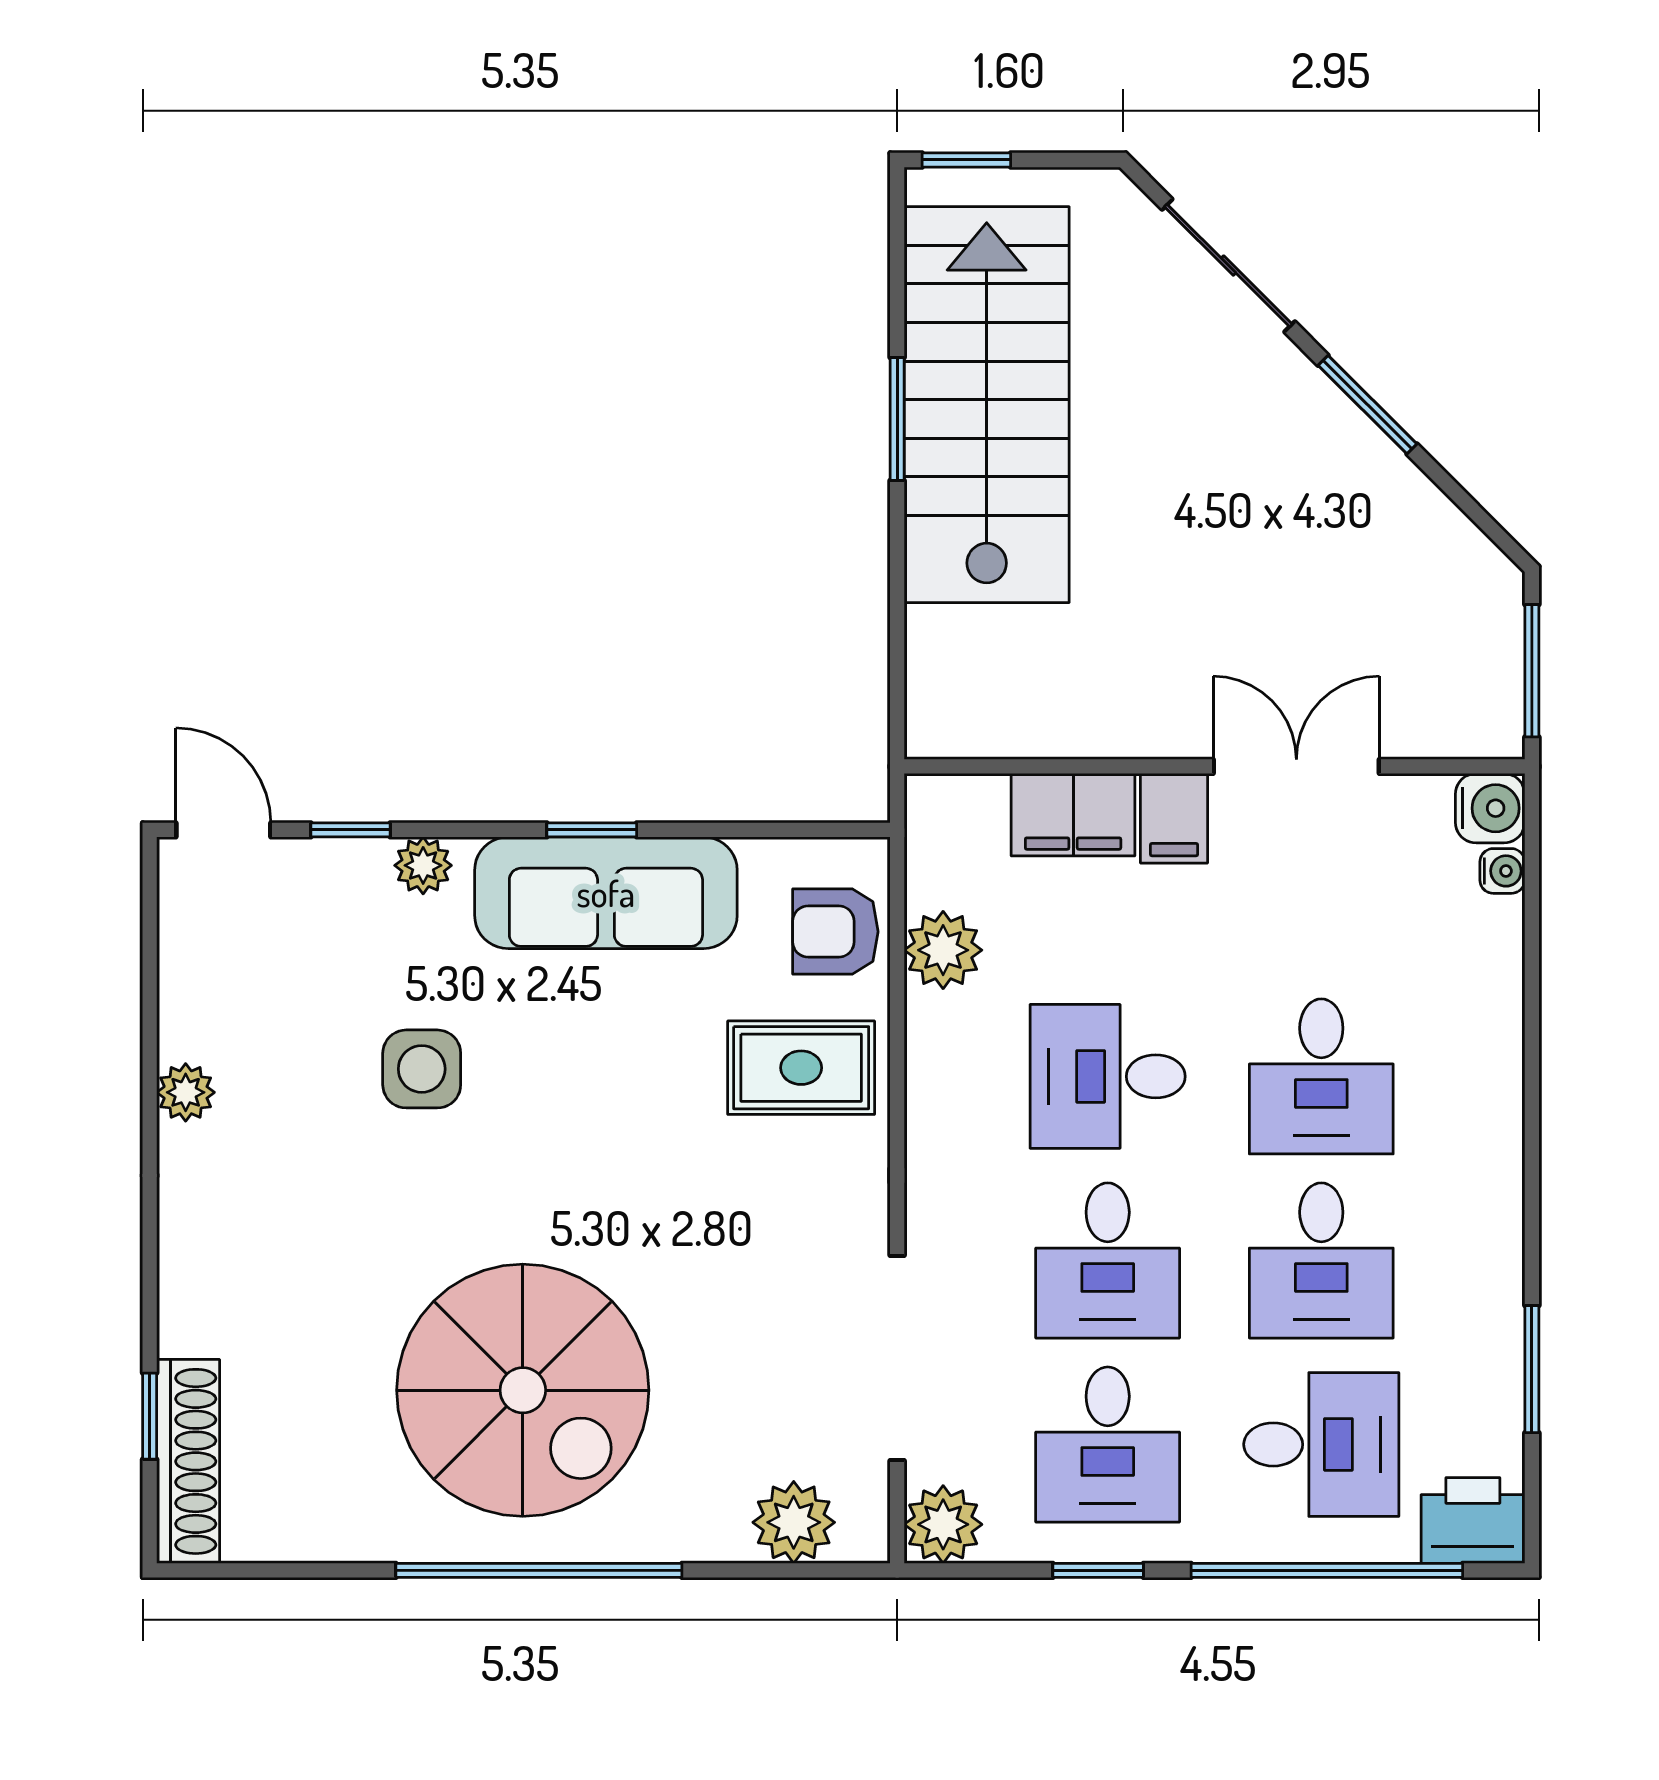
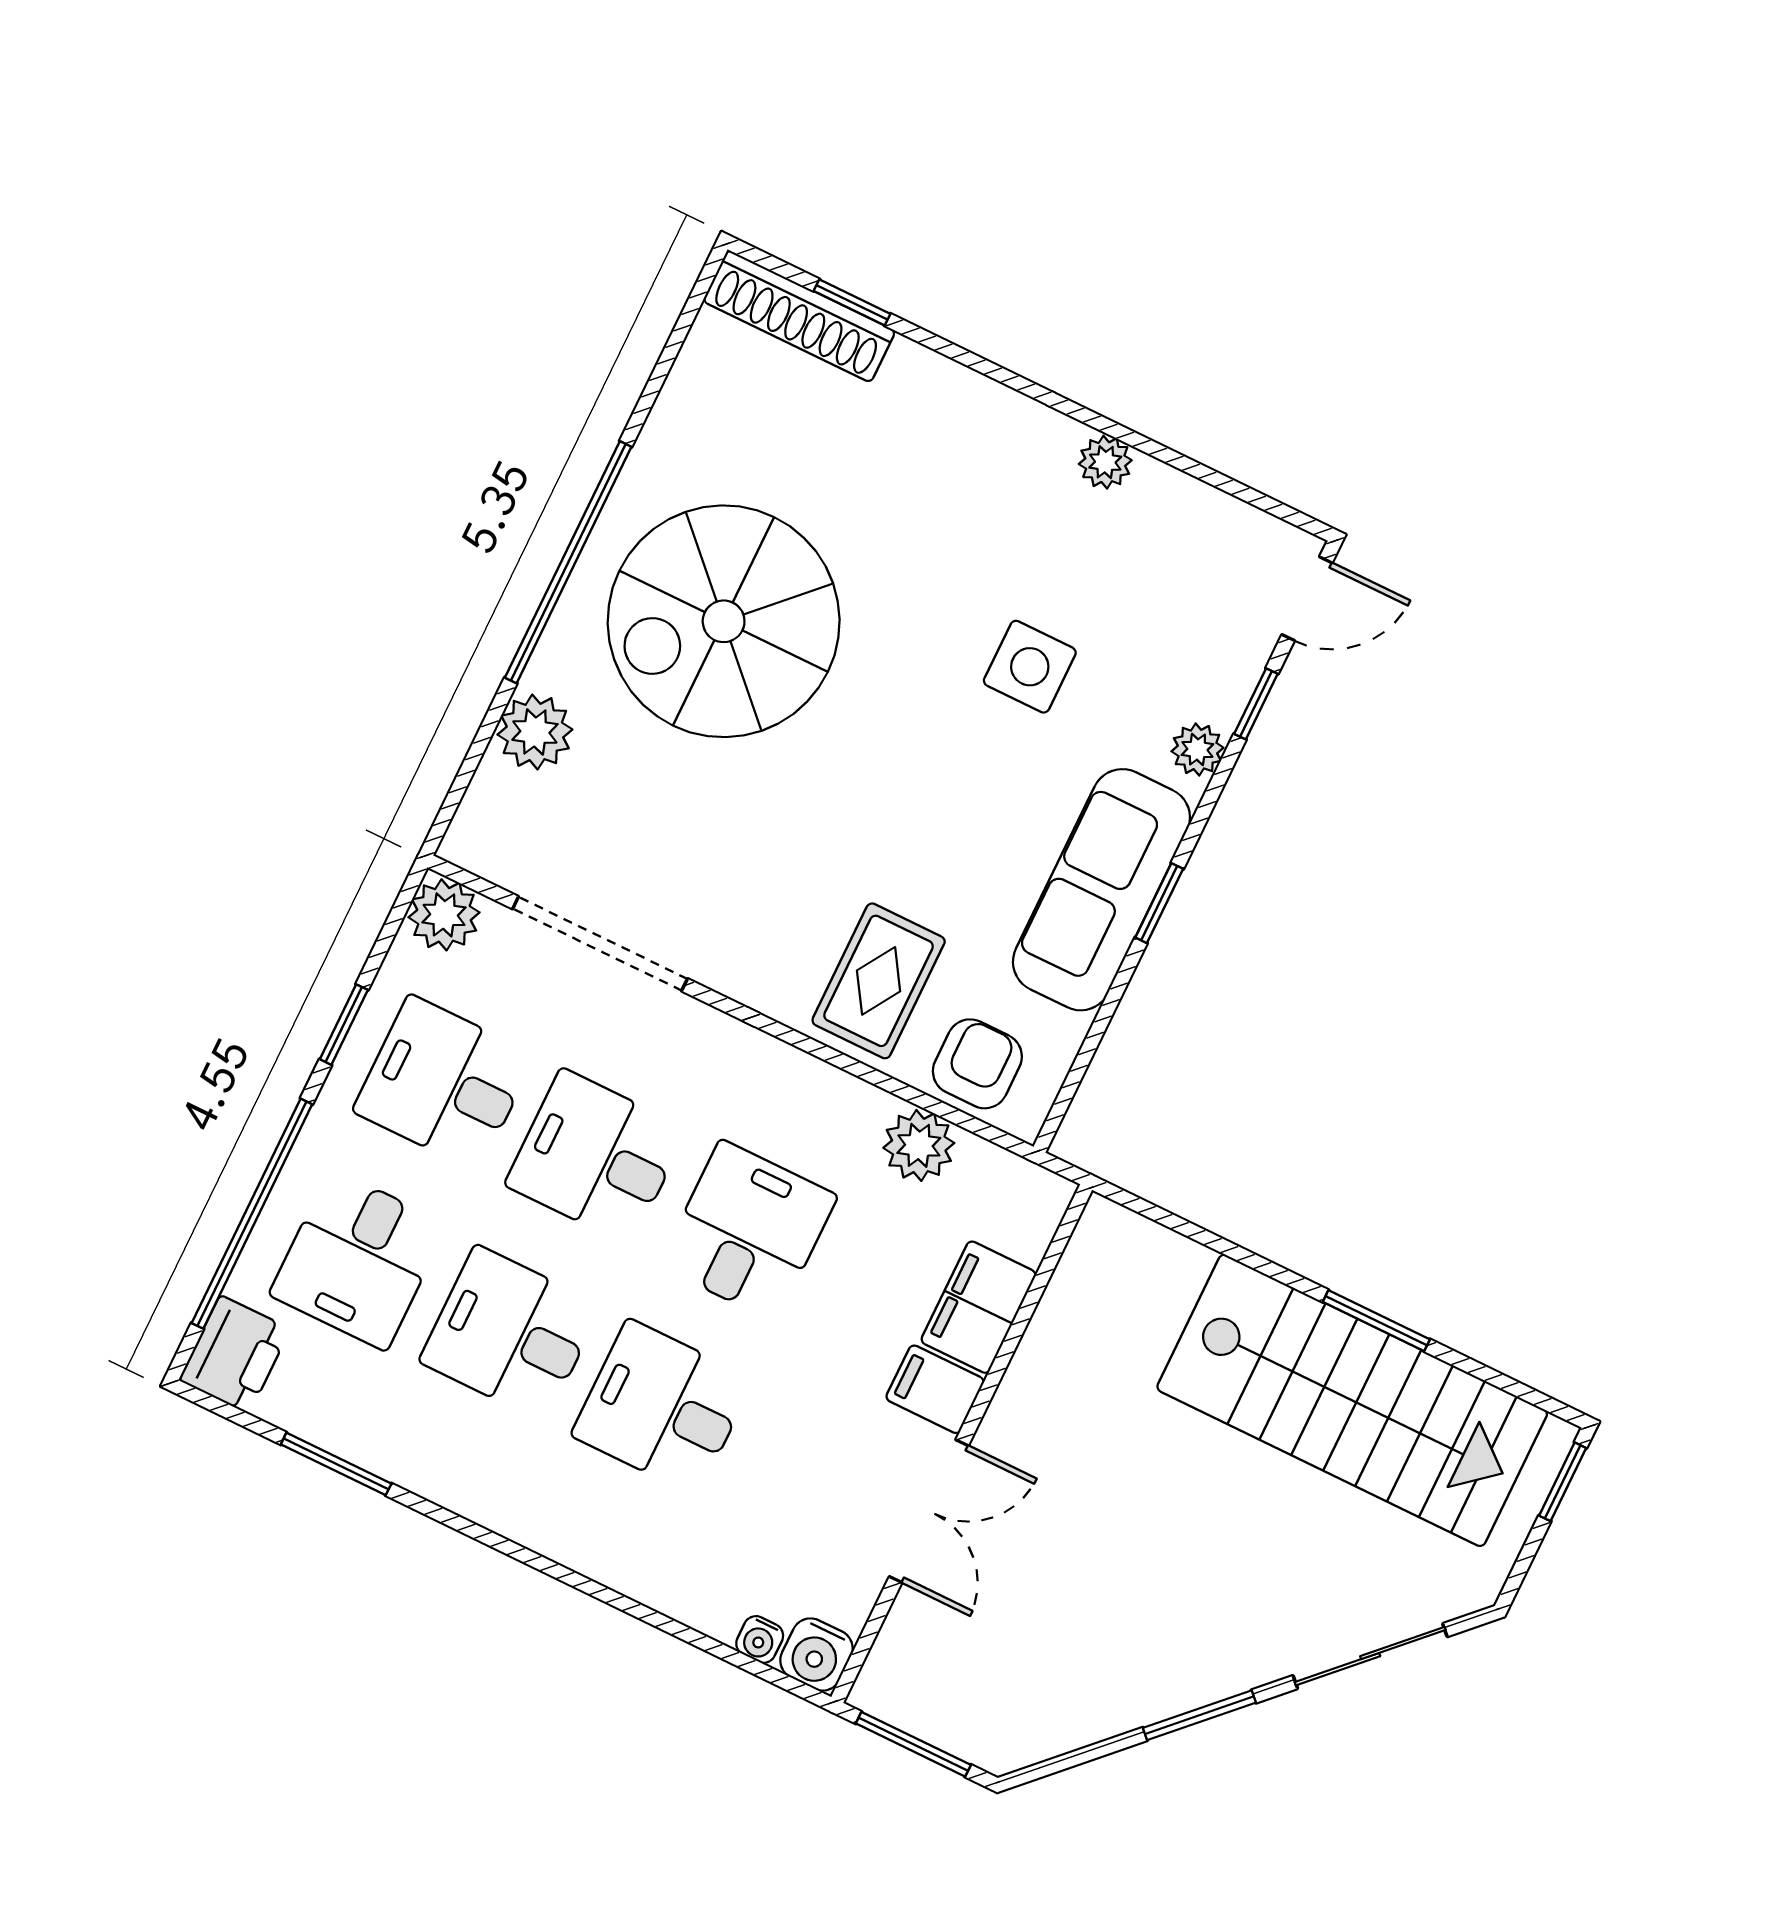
plant: (794, 1522) -> (535, 732), moved

